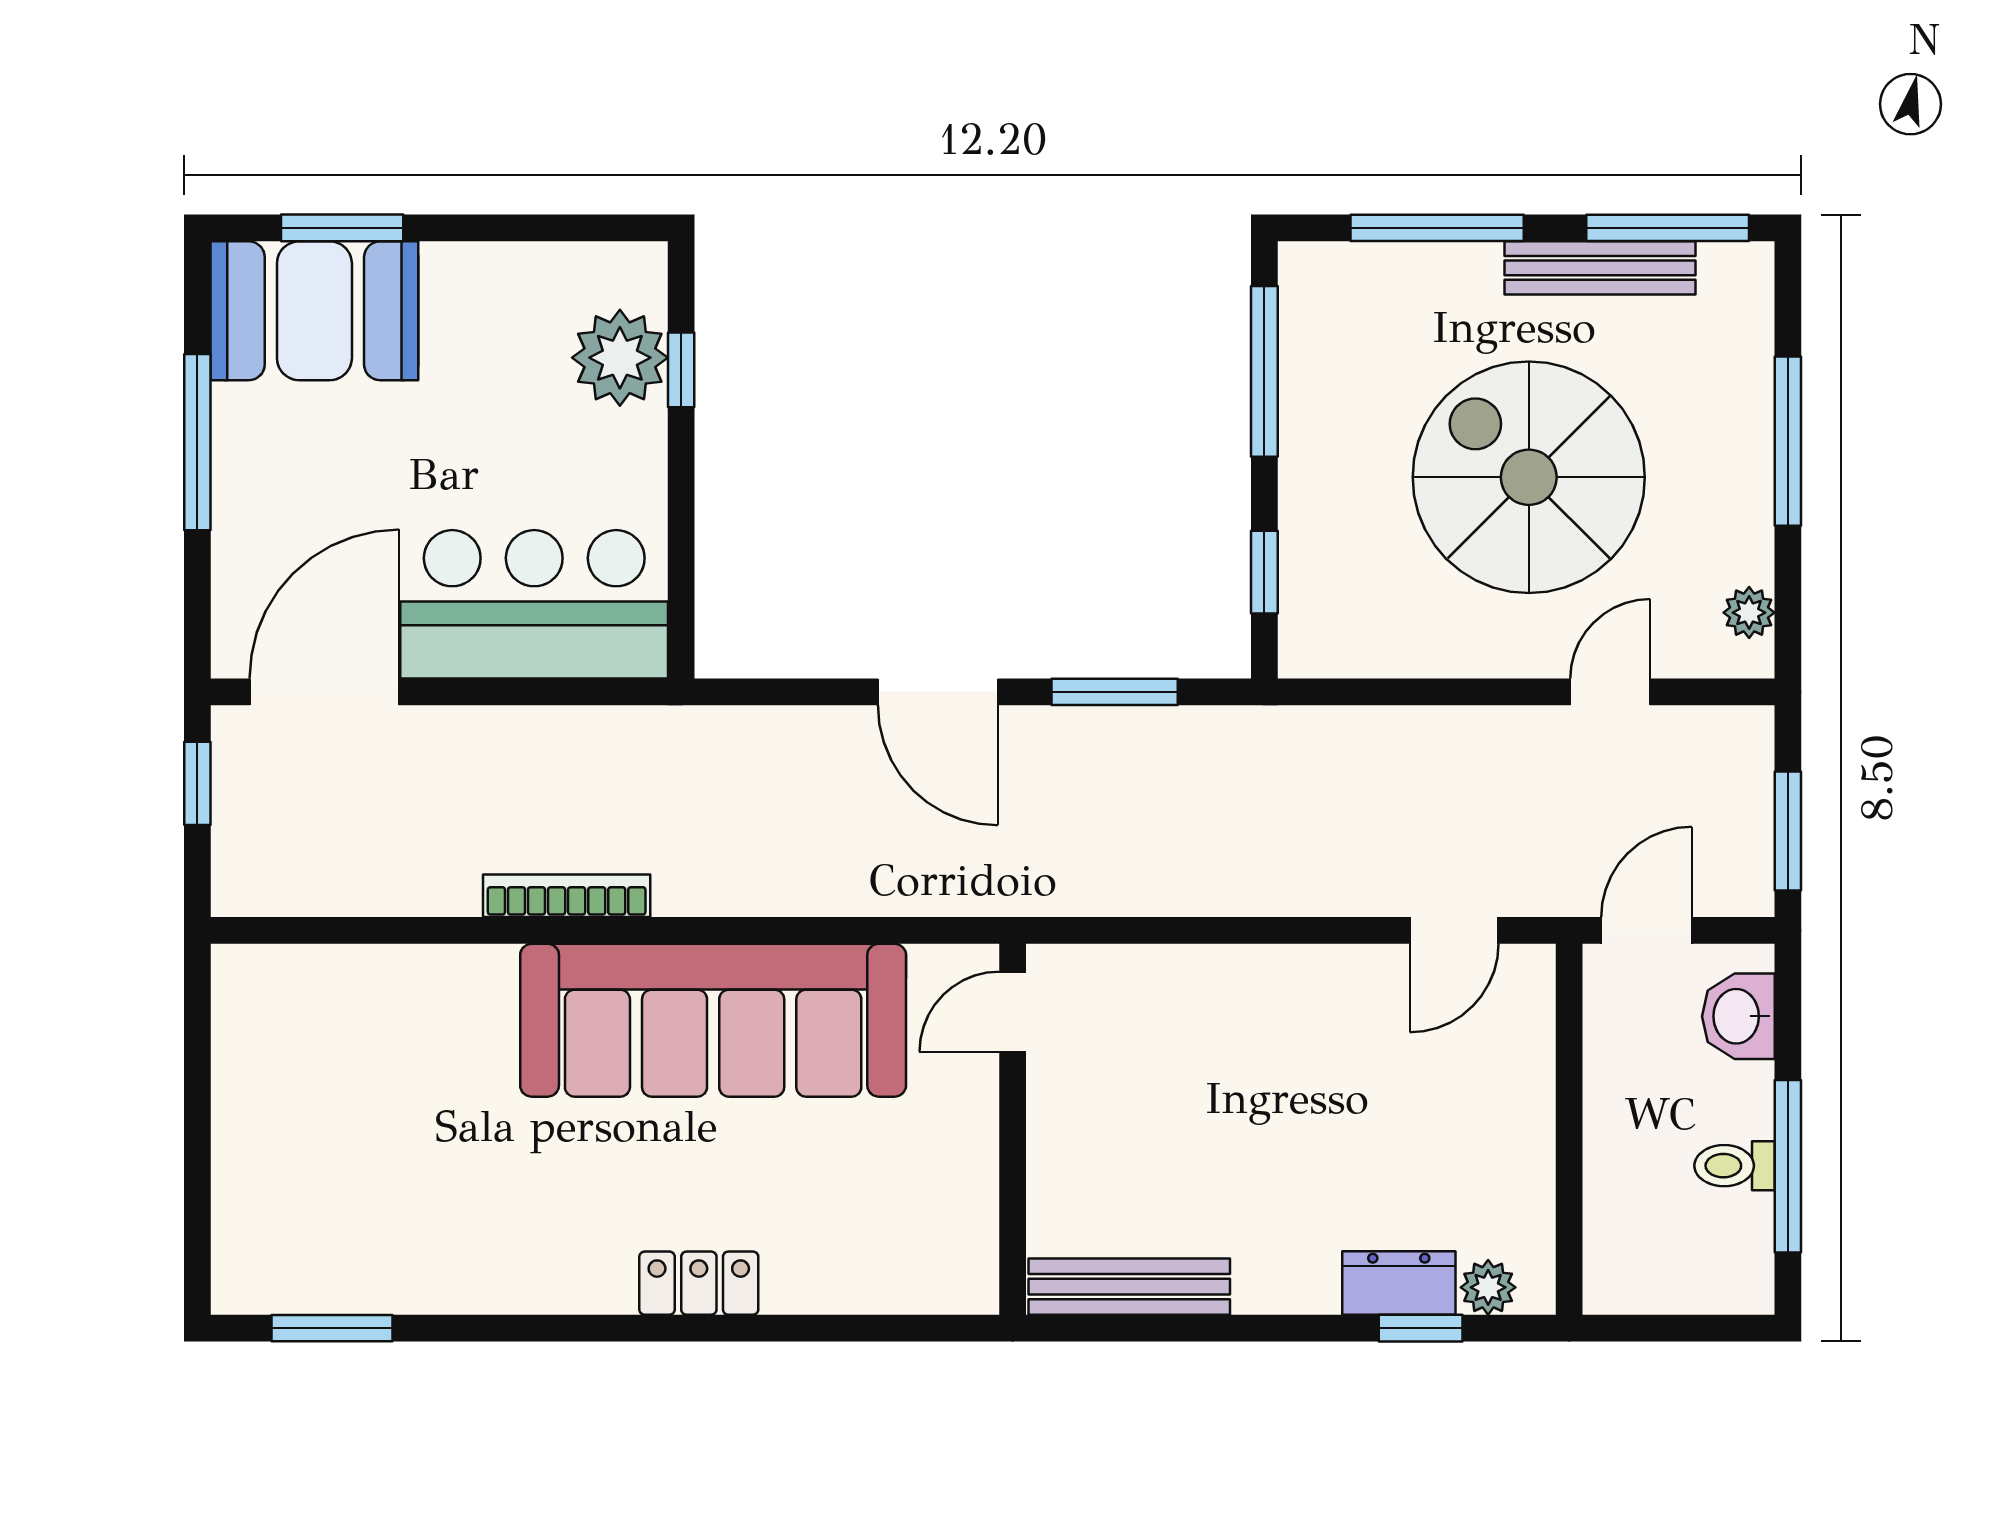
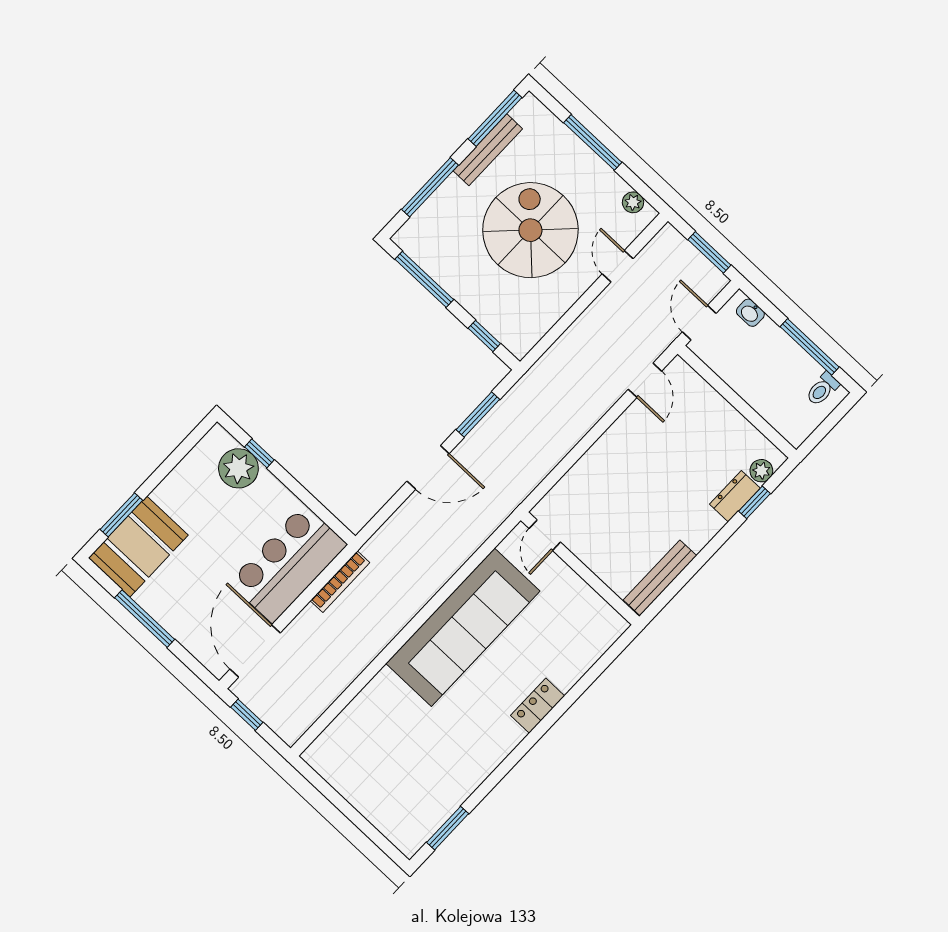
spiral stairs: (1529, 477) -> (530, 230), turned 90
bookcase: (567, 896) -> (340, 582), moved, turned 180
washbasin: (1738, 1016) -> (750, 313), width x0.72, depth x0.69
toilet: (1735, 1166) -> (822, 389), moved

